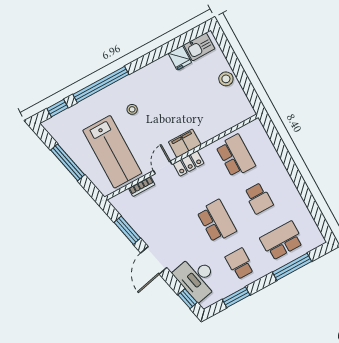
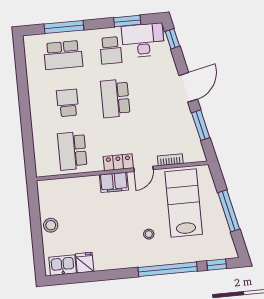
desk: (197, 278) -> (143, 40), moved, turned -77

